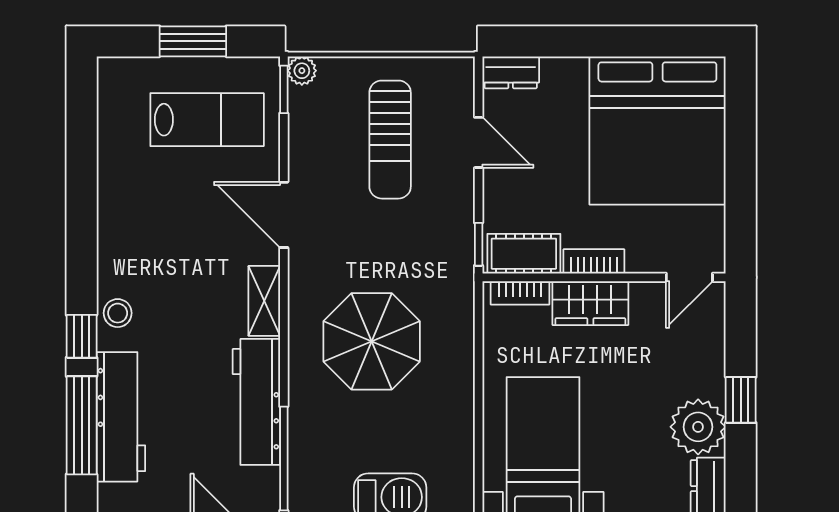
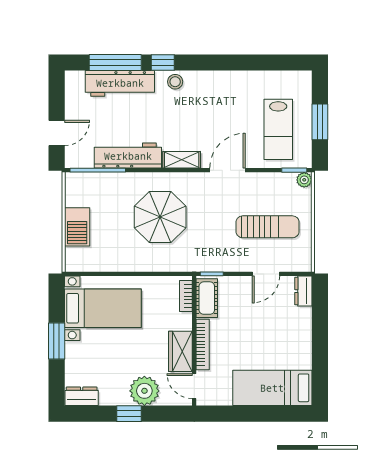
bed: (657, 130) -> (272, 388), width x0.49
sun lounger: (390, 140) -> (268, 227), turned 180
bookcase: (594, 261) -> (203, 345), width x1.56
wardrobe: (590, 303) -> (180, 351), moved
plant: (698, 427) -> (144, 391), moved

